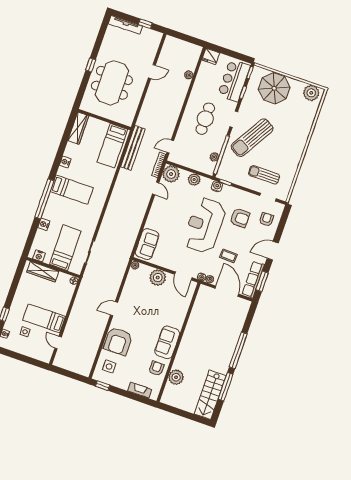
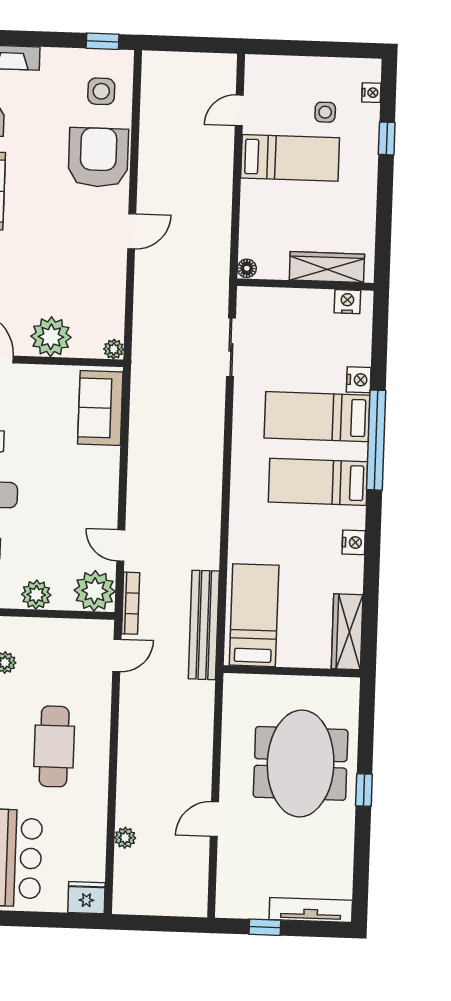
bed: (65, 248) -> (317, 417), moved, turned 90
door: (58, 343) -> (239, 110), swing flipped

